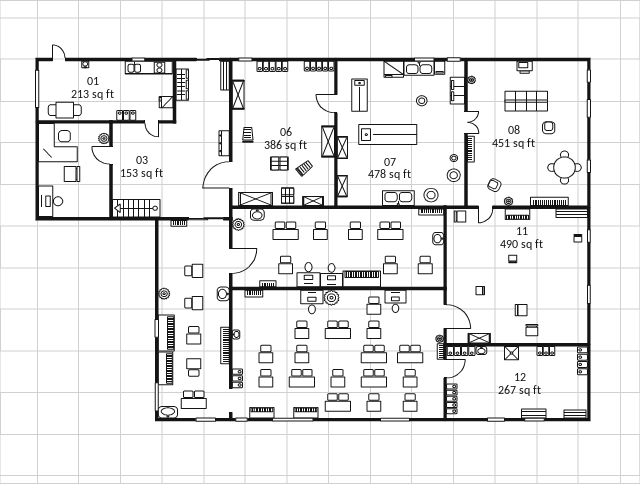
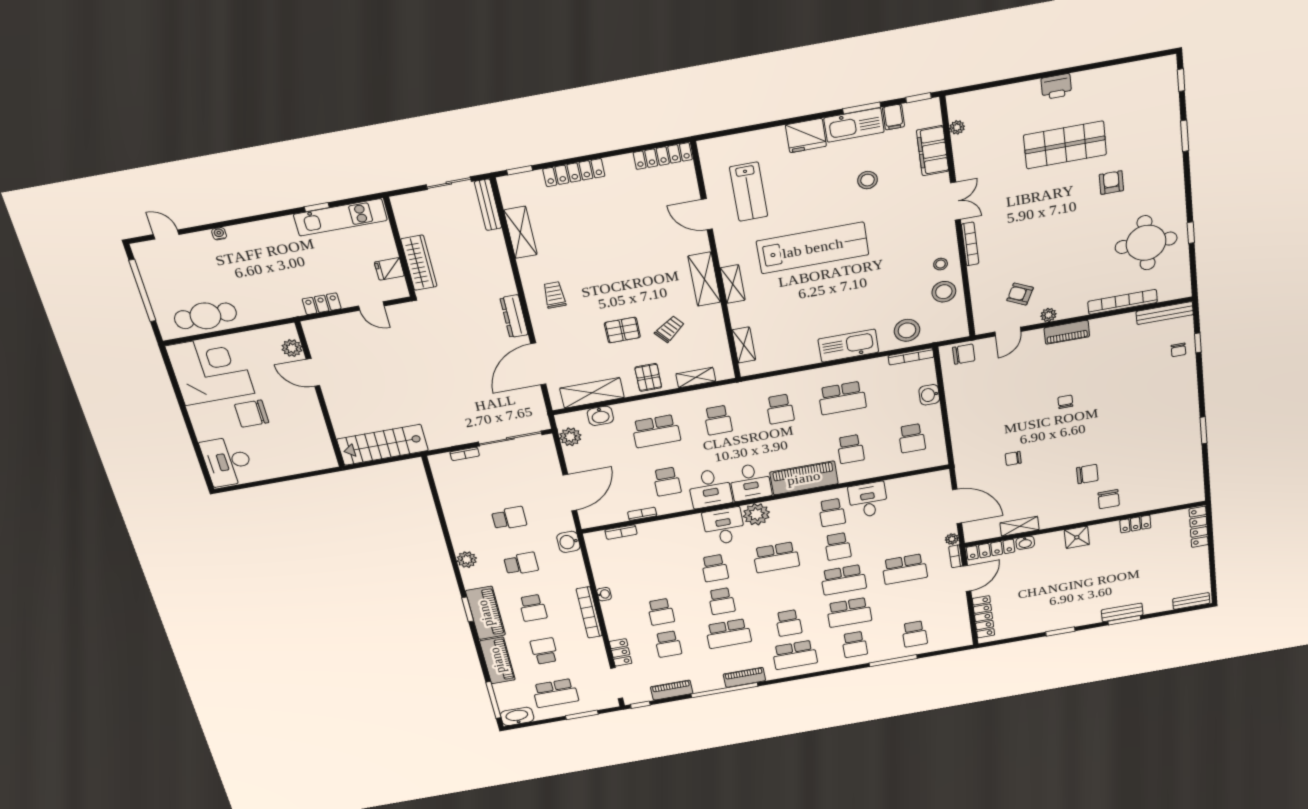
wardrobe: (182, 85) -> (419, 263), moved
school desk: (410, 378) -> (910, 602), removed

